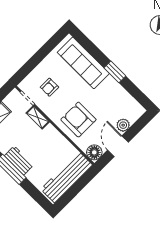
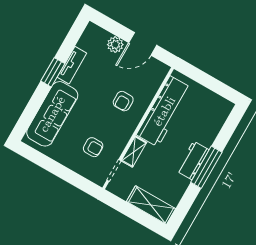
tv unit: (116, 88) -> (72, 65), added
armchair: (78, 120) -> (123, 101), width x0.53, depth x0.53
floor lamp: (94, 152) -> (158, 71), removed
workbench: (67, 177) -> (164, 111), moved, turned -90

